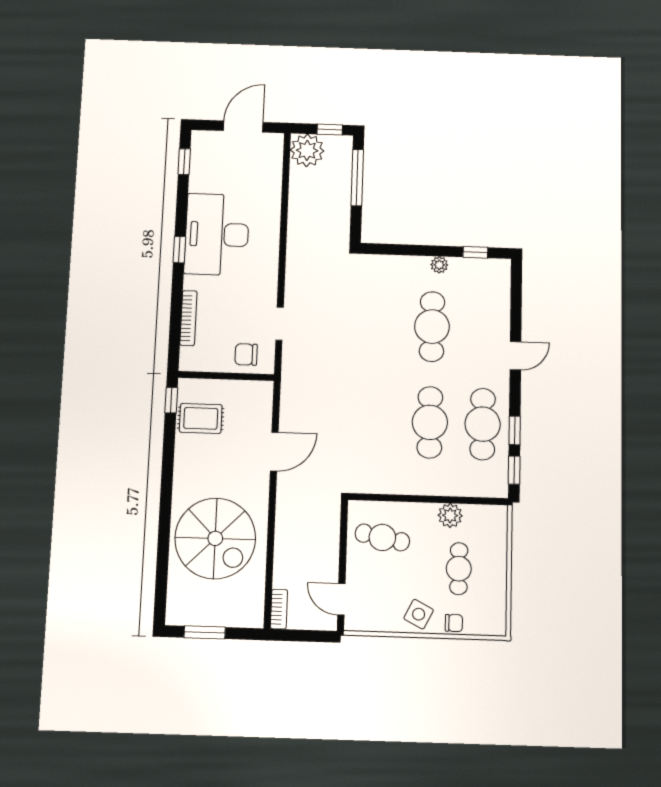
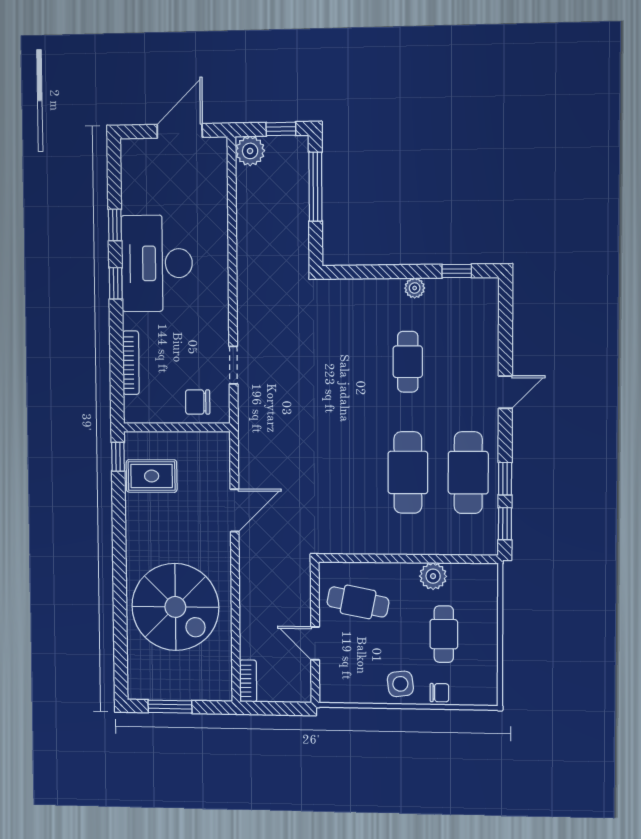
plant: (307, 150) -> (250, 151), width x0.73, depth x0.73
window: (184, 162) -> (115, 225), moved
cafe table: (432, 327) -> (408, 362), width x0.73, depth x0.74
door: (341, 599) -> (315, 643), moved
side table: (419, 614) -> (400, 684), turned -34

